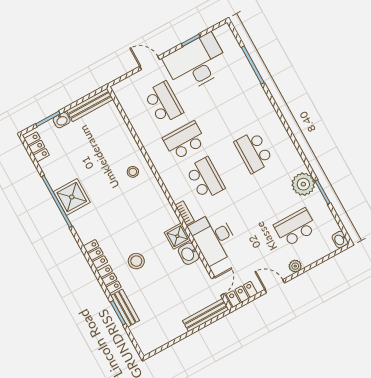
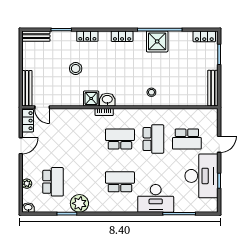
washbasin: (62, 120) -> (213, 63), removed
school desk: (205, 178) -> (120, 139), turned 180
desk: (214, 238) -> (156, 198), moved, turned 180
locker: (95, 254) -> (122, 36), moved
washbasin: (189, 254) -> (107, 100), moved
stool: (136, 261) -> (76, 68), moved
plant: (295, 266) -> (27, 184), moved
bench: (125, 308) -> (36, 36), moved

